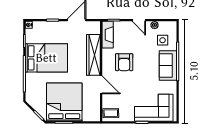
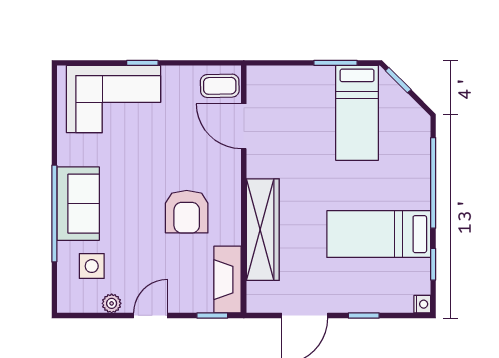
door: (139, 20) -> (150, 315), hinge flipped
bed: (46, 58) -> (379, 234), width x0.67
armchair: (124, 62) -> (187, 212), turned 180
door: (101, 85) -> (244, 126), moved
bed: (64, 102) -> (357, 113), width x0.49

